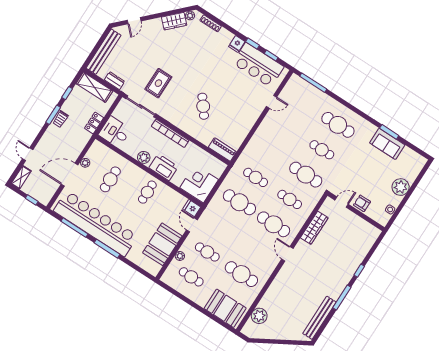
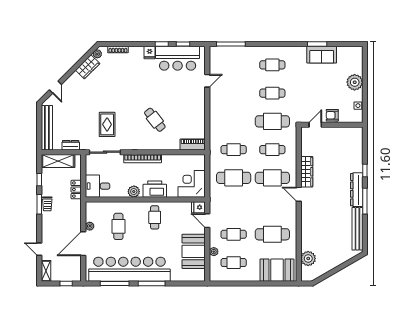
cafe table: (338, 125) -> (272, 65), width x0.73, depth x0.74
wardrobe: (314, 228) -> (307, 172), moved
dresser: (341, 283) -> (357, 190), added

